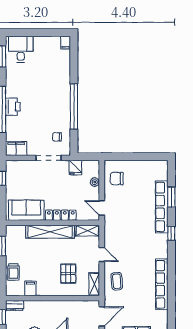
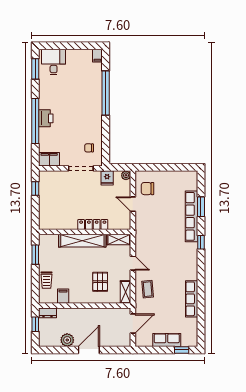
window: (74, 106) -> (106, 93), moved
plant: (95, 182) -> (126, 175), moved
door: (102, 208) -> (133, 204), moved
sofa: (26, 210) -> (59, 220), removed
row of seats: (162, 284) -> (192, 299), width x0.73

